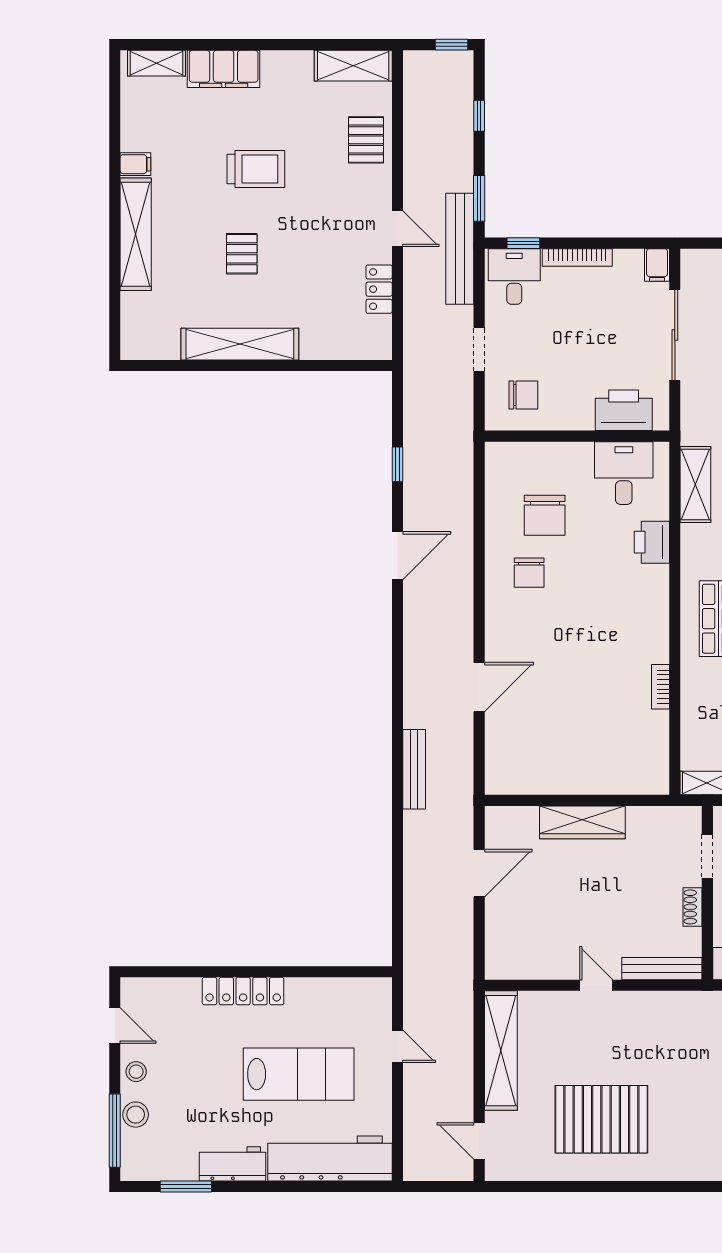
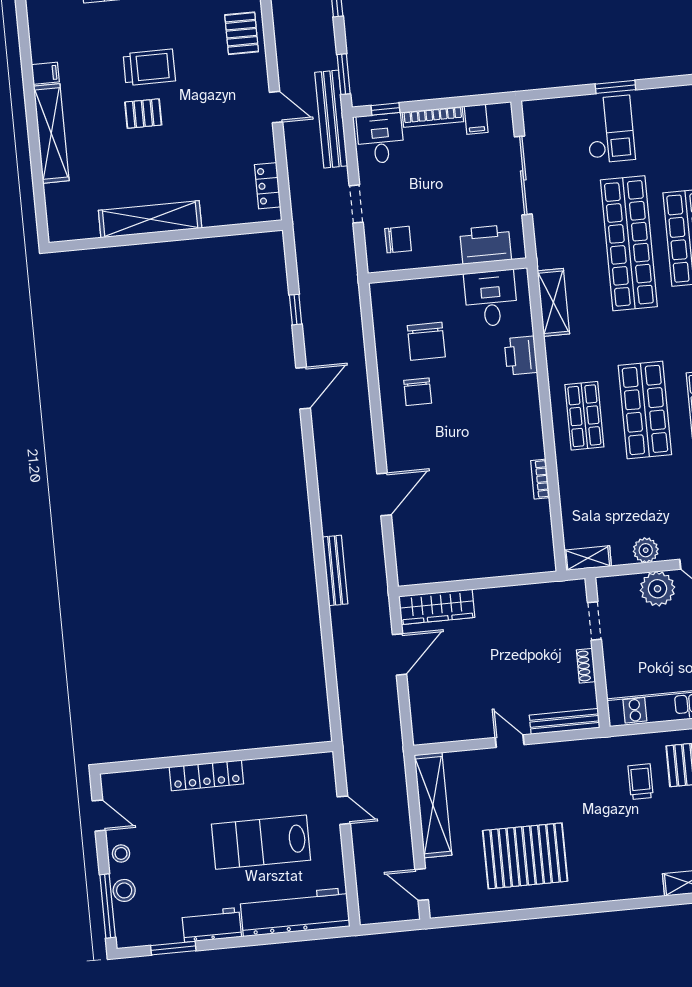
pallet: (242, 254) -> (143, 114), moved, turned 90
filing cabinet: (657, 265) -> (476, 119), moved
locker: (379, 289) -> (268, 186), moved
wardrobe: (582, 822) -> (437, 607), moved
lab bench: (299, 1074) -> (261, 842), turned 180

